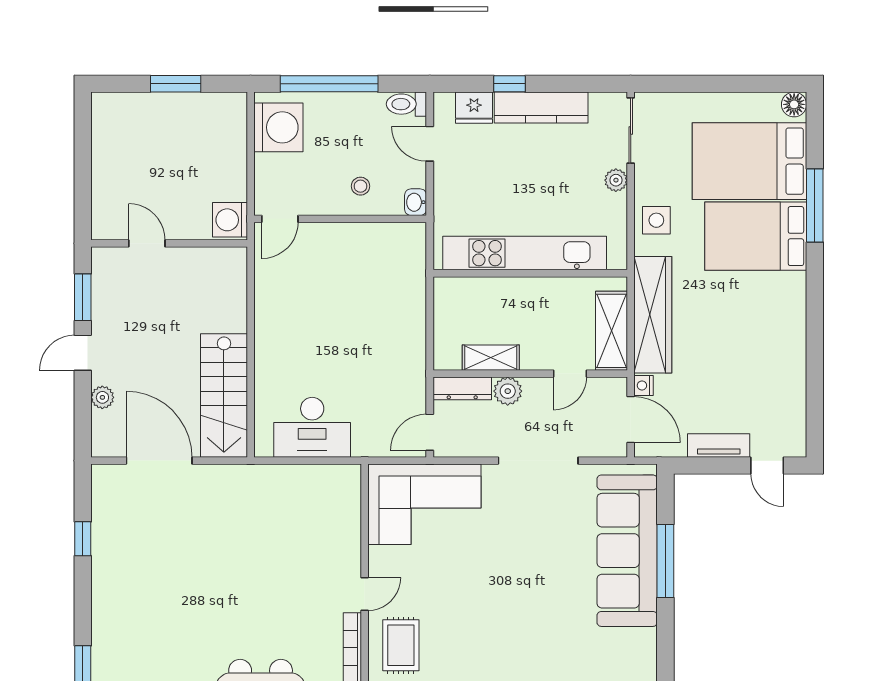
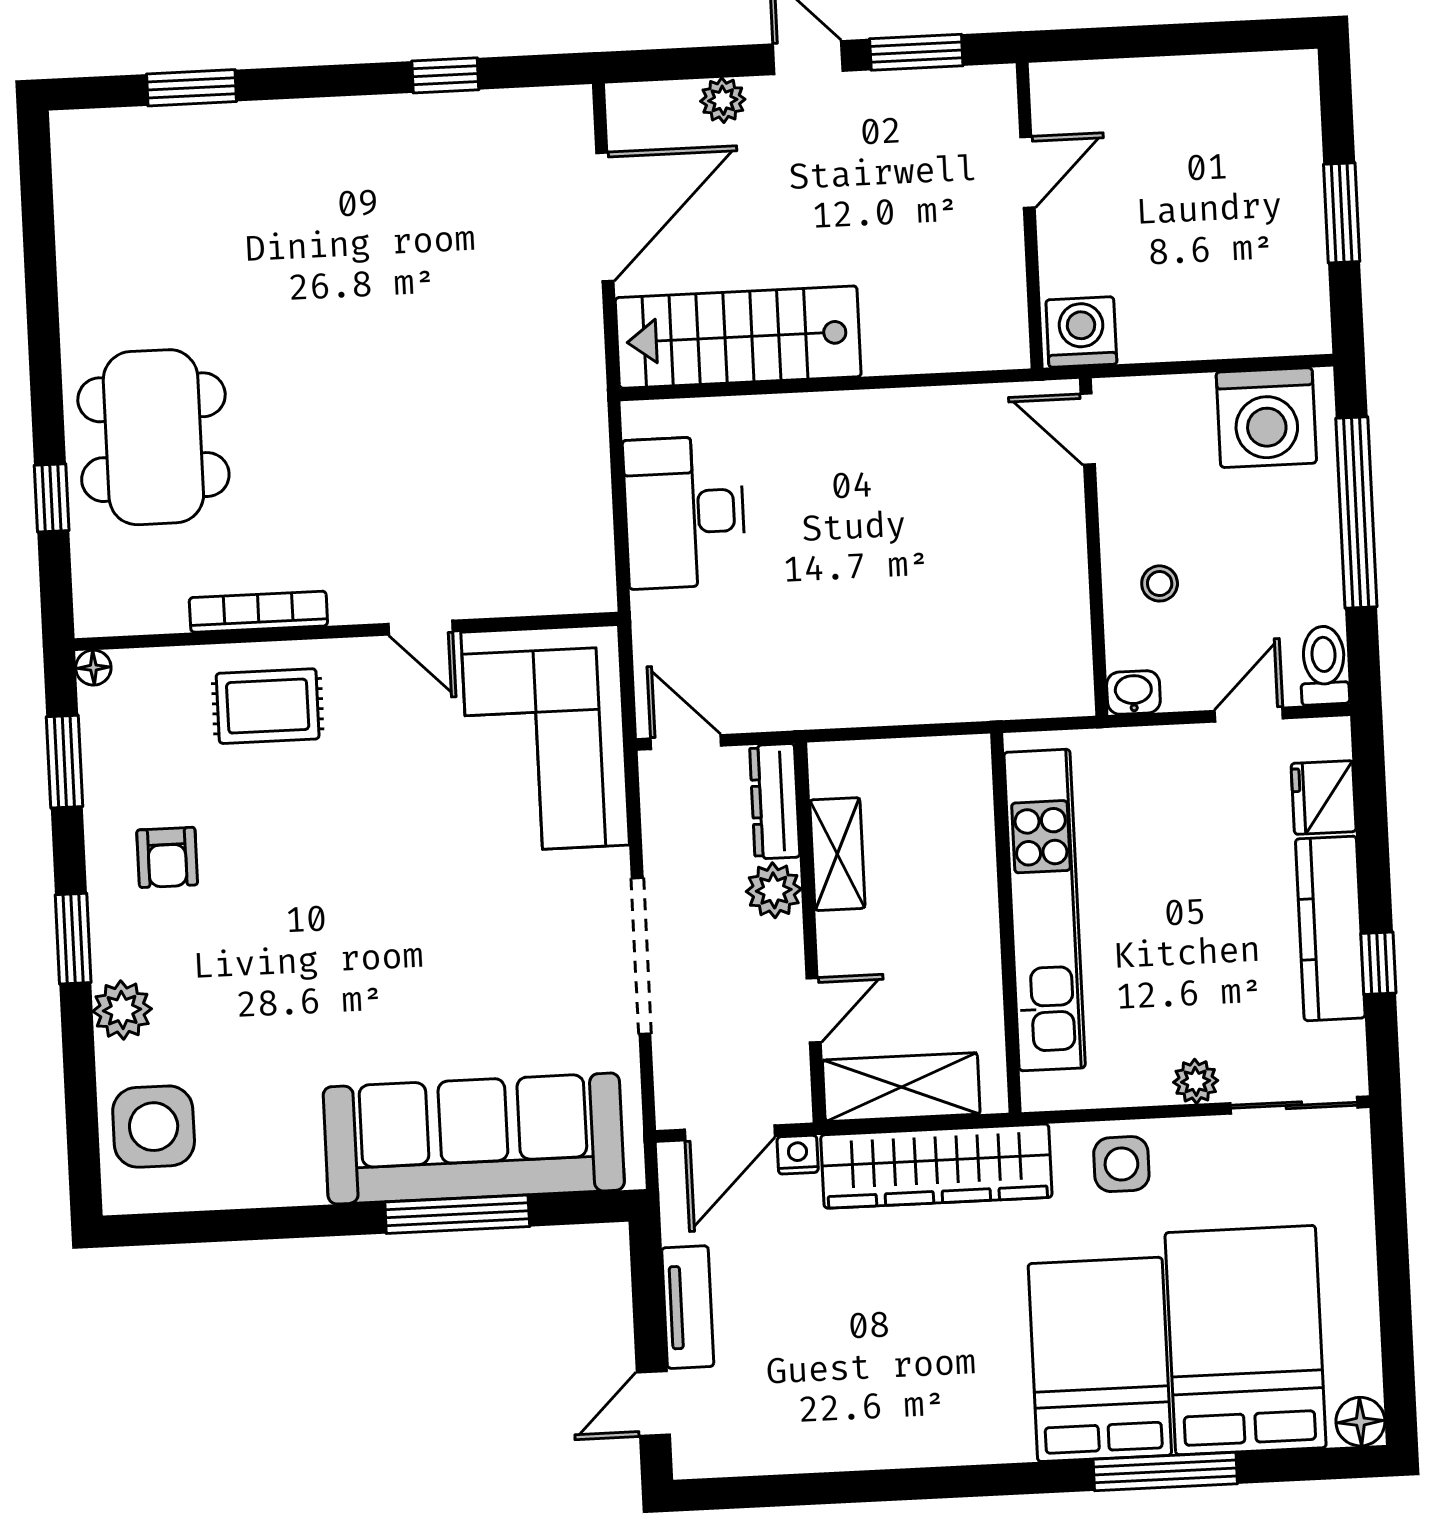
window: (509, 84) -> (1378, 963), moved
door: (570, 374) -> (814, 1010), swing flipped
door: (365, 594) -> (420, 628), moved

